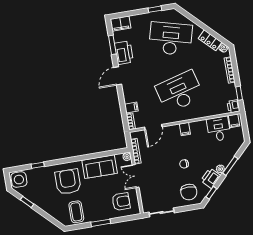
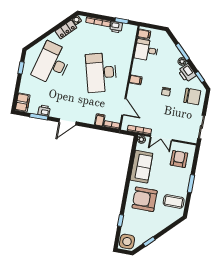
printer: (124, 53) -> (44, 110), width x0.53, depth x0.68
door: (118, 76) -> (68, 122), hinge flipped
printer: (234, 106) -> (116, 27), moved

